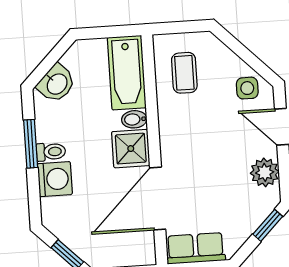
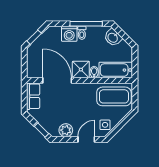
coffee table: (184, 73) -> (114, 96), width x1.86, depth x1.72
window: (31, 144) -> (86, 24), width x1.44

